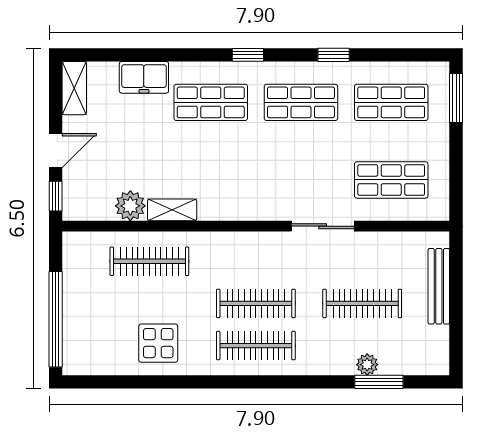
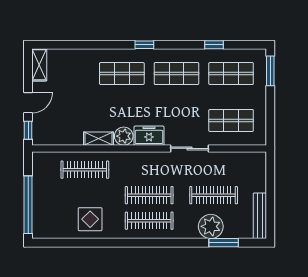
window: (334, 55) -> (214, 45), moved
freezer: (144, 77) -> (149, 136), moved, turned 180
plant: (130, 206) -> (124, 136), moved
bench: (439, 286) -> (260, 216), moved
plant: (367, 365) -> (211, 226), width x1.88, depth x1.88

